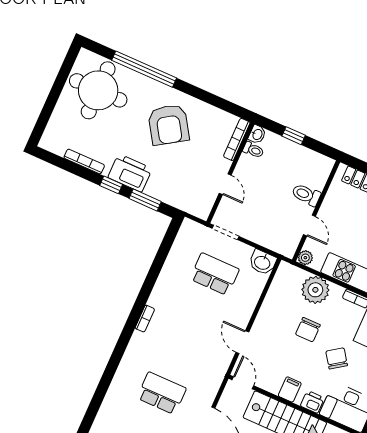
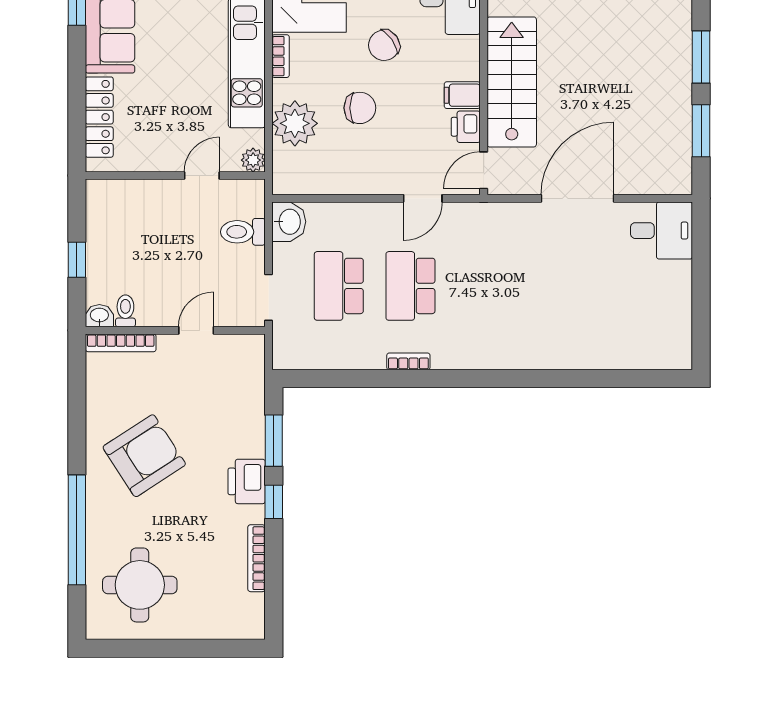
round table: (98, 90) -> (140, 585), width x0.73, depth x0.73
printer: (130, 173) -> (247, 481), width x0.73, depth x0.84
toilet: (306, 195) -> (243, 232), moved, turned 90
bookcase: (145, 319) -> (408, 361), moved
school desk: (162, 393) -> (410, 286), moved
printer: (312, 402) -> (466, 127), moved

